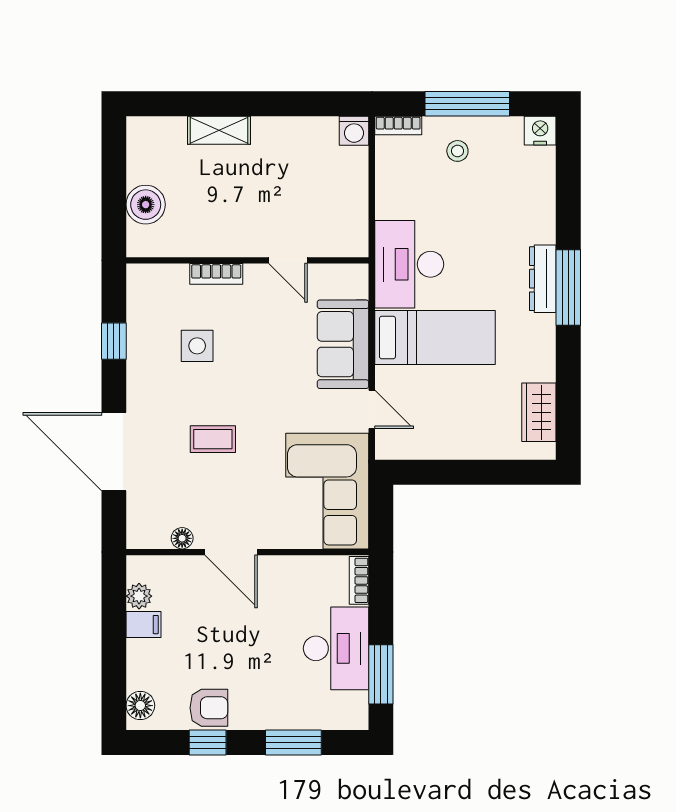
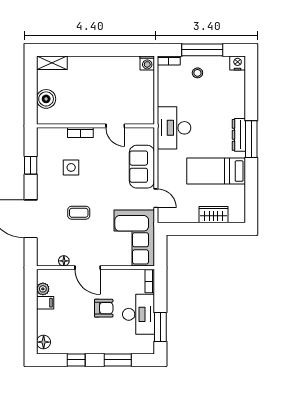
shelving: (219, 130) -> (52, 63), moved
bed: (435, 338) -> (216, 171), moved, turned 180
wardrobe: (539, 412) -> (213, 215), moved, turned 90
armchair: (209, 708) -> (104, 308), moved

